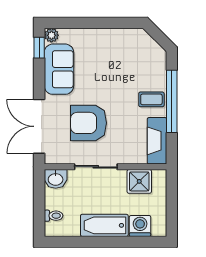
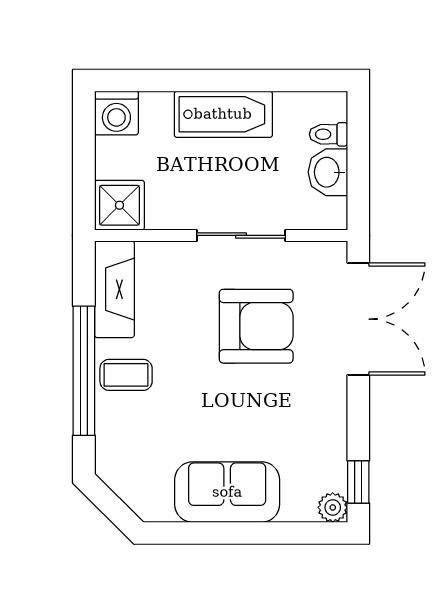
sofa: (59, 69) -> (227, 492), moved, turned 90
washbasin: (56, 179) -> (328, 172), moved, turned -90
shower: (139, 181) -> (119, 205), moved
washing machine: (140, 226) -> (116, 113), moved

